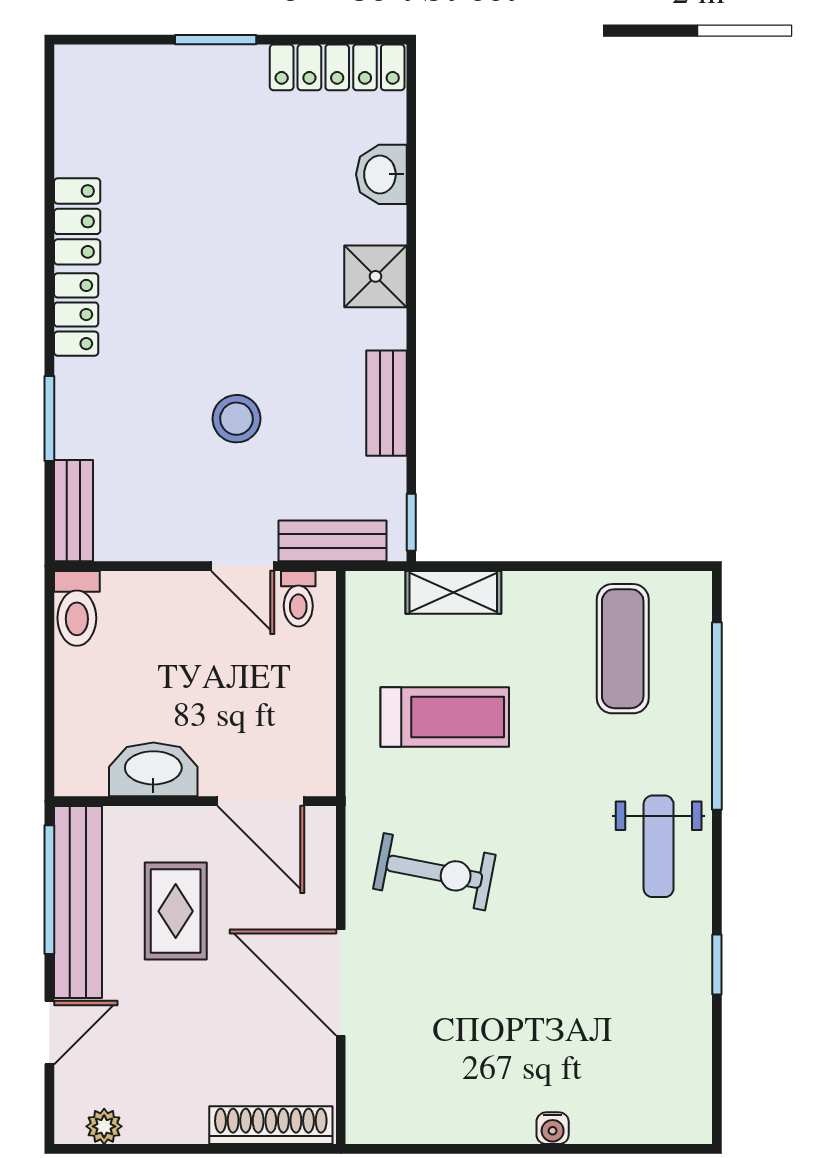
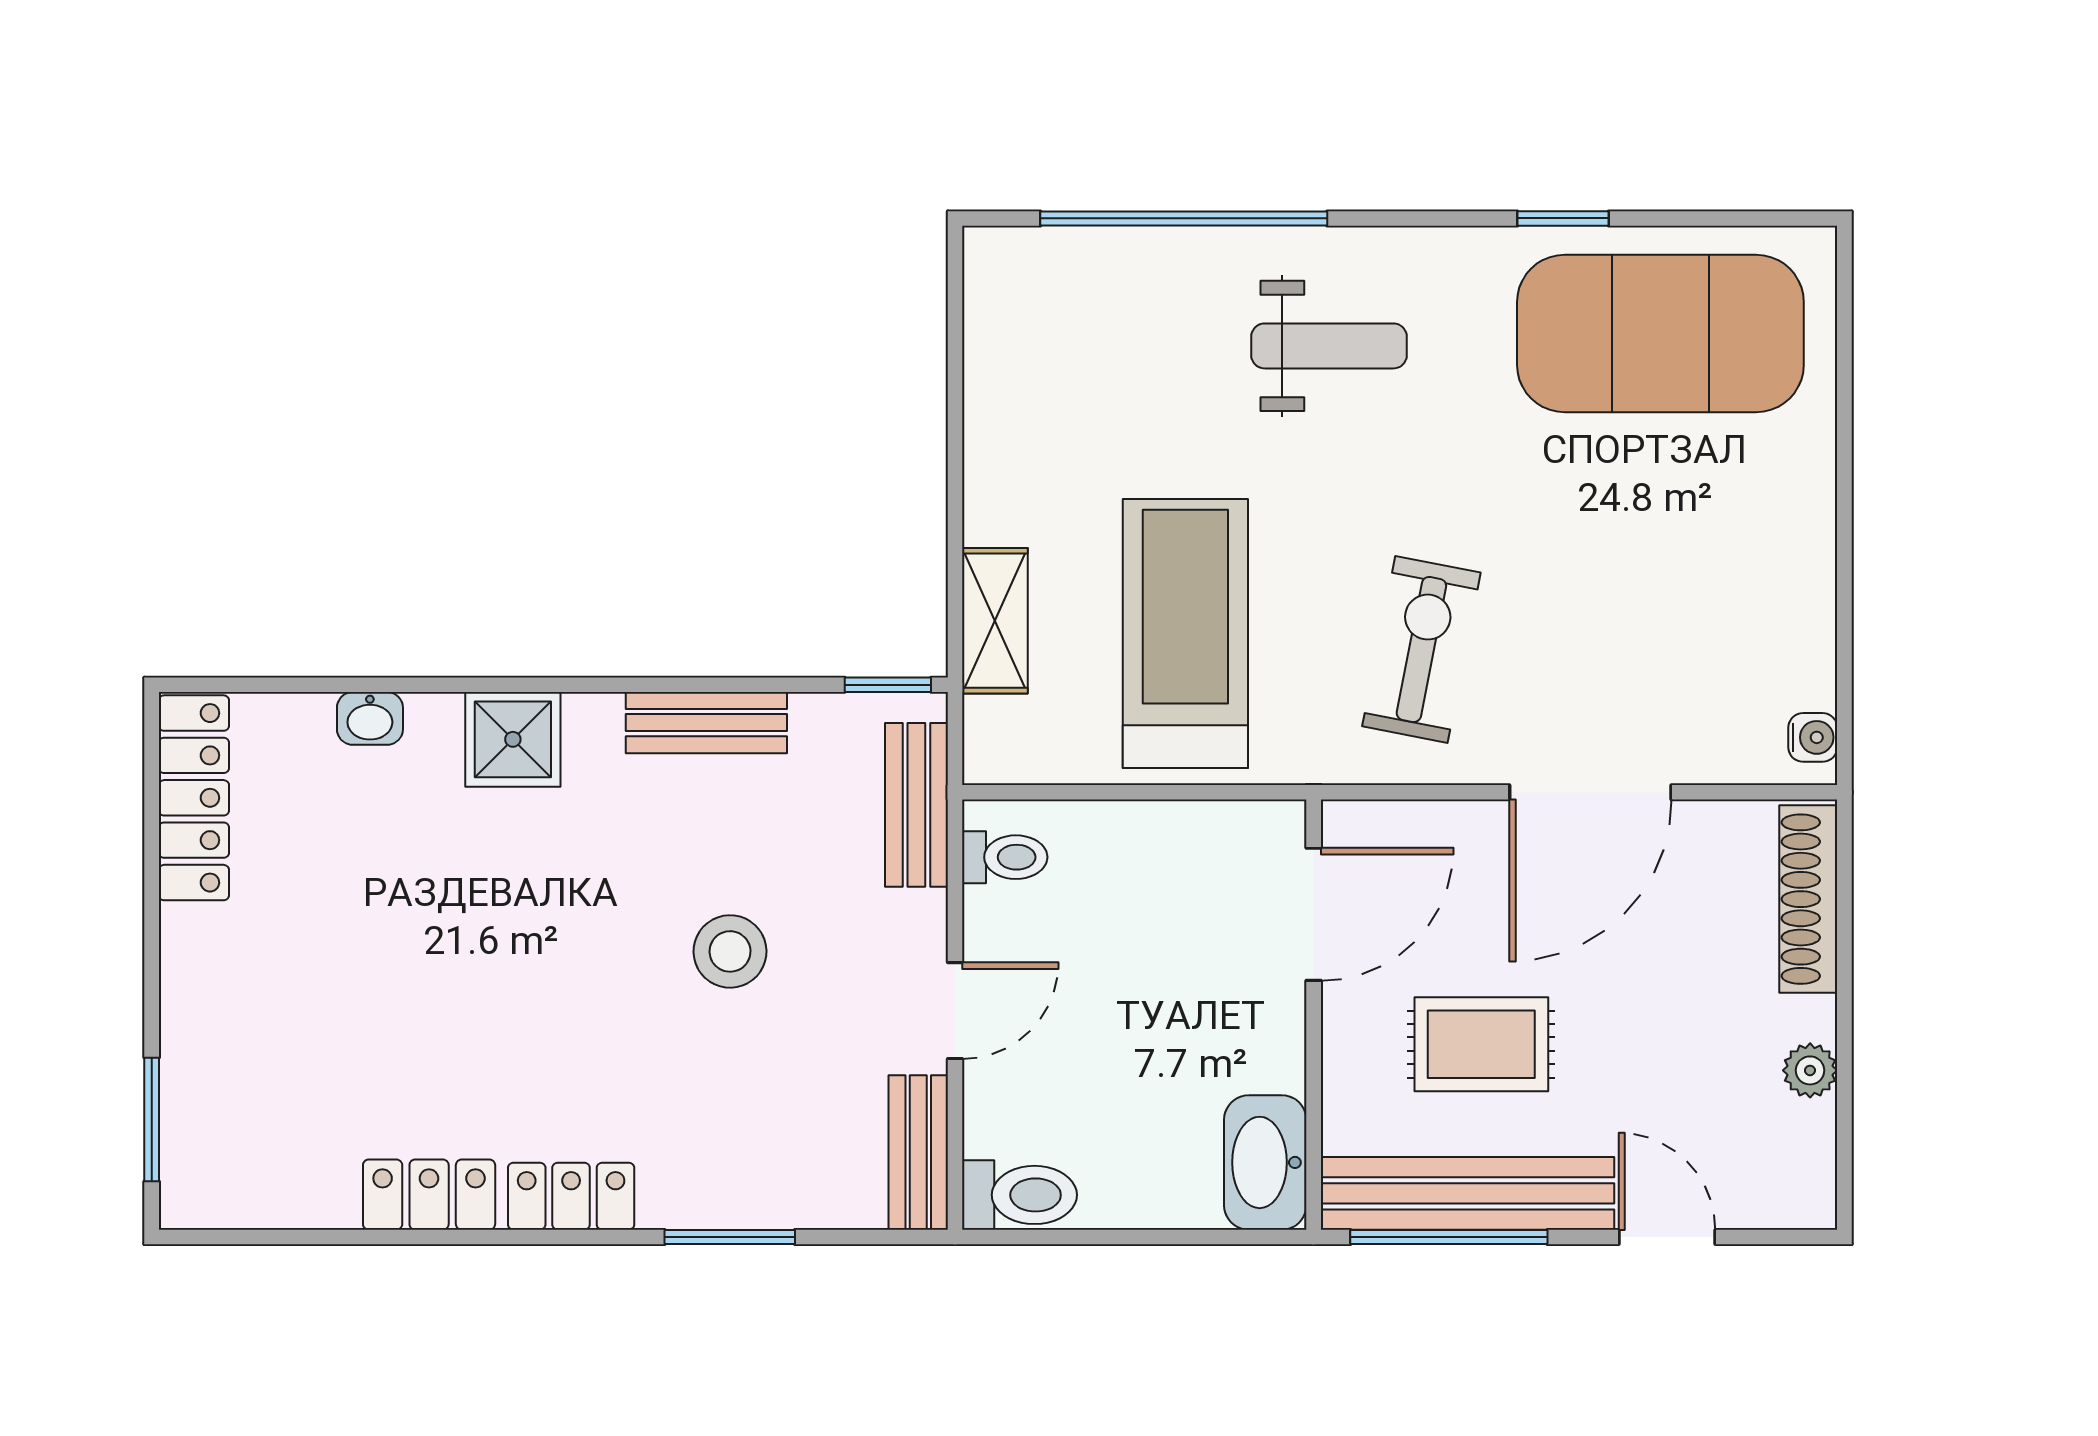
window: (216, 40) -> (152, 1119), moved
washbasin: (381, 174) -> (370, 718), width x0.72, depth x0.69
bench: (73, 511) -> (918, 1152), moved, turned 90
door: (243, 566) -> (955, 1011), moved
exercise mat: (623, 649) -> (1660, 333), moved, width x2.00, depth x1.45
treadmill: (445, 717) -> (1185, 634), width x1.37, depth x1.38
washbasin: (153, 769) -> (1265, 1162), moved
weight bench: (659, 846) -> (1329, 346), moved
plant: (104, 1126) -> (1810, 1070), moved
water cooler: (553, 1128) -> (1813, 737), moved

